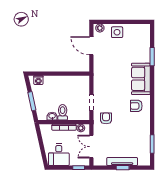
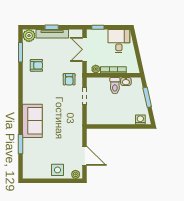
armchair: (136, 106) -> (36, 65), moved
double door: (91, 147) -> (85, 49), swing flipped
plant: (144, 160) -> (29, 36), added

